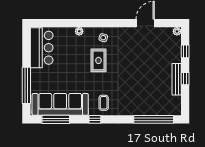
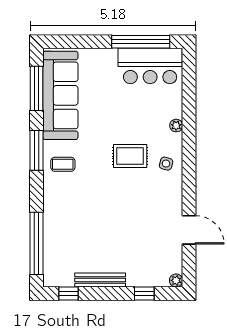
window: (185, 79) -> (68, 293), moved
window: (26, 85) -> (141, 42), moved
window: (95, 119) -> (36, 150), width x2.17

